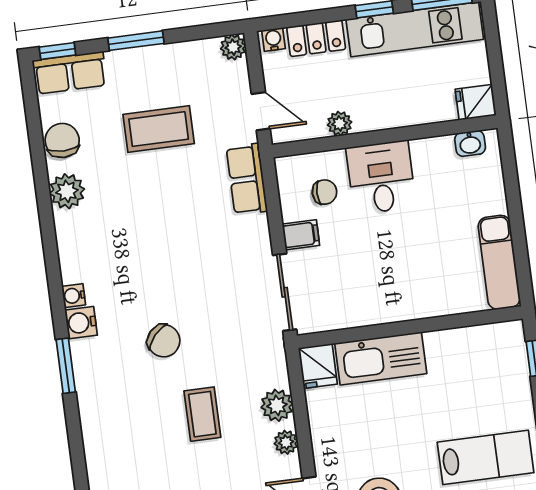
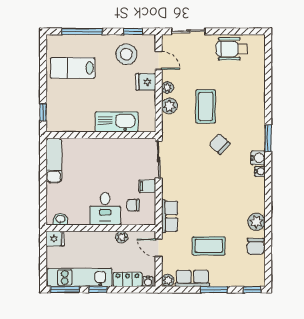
row of seats: (70, 73) -> (192, 278), moved
fridge: (318, 366) -> (146, 82), moved, turned -90
coffee table: (202, 414) -> (206, 106), width x1.36, depth x1.30

